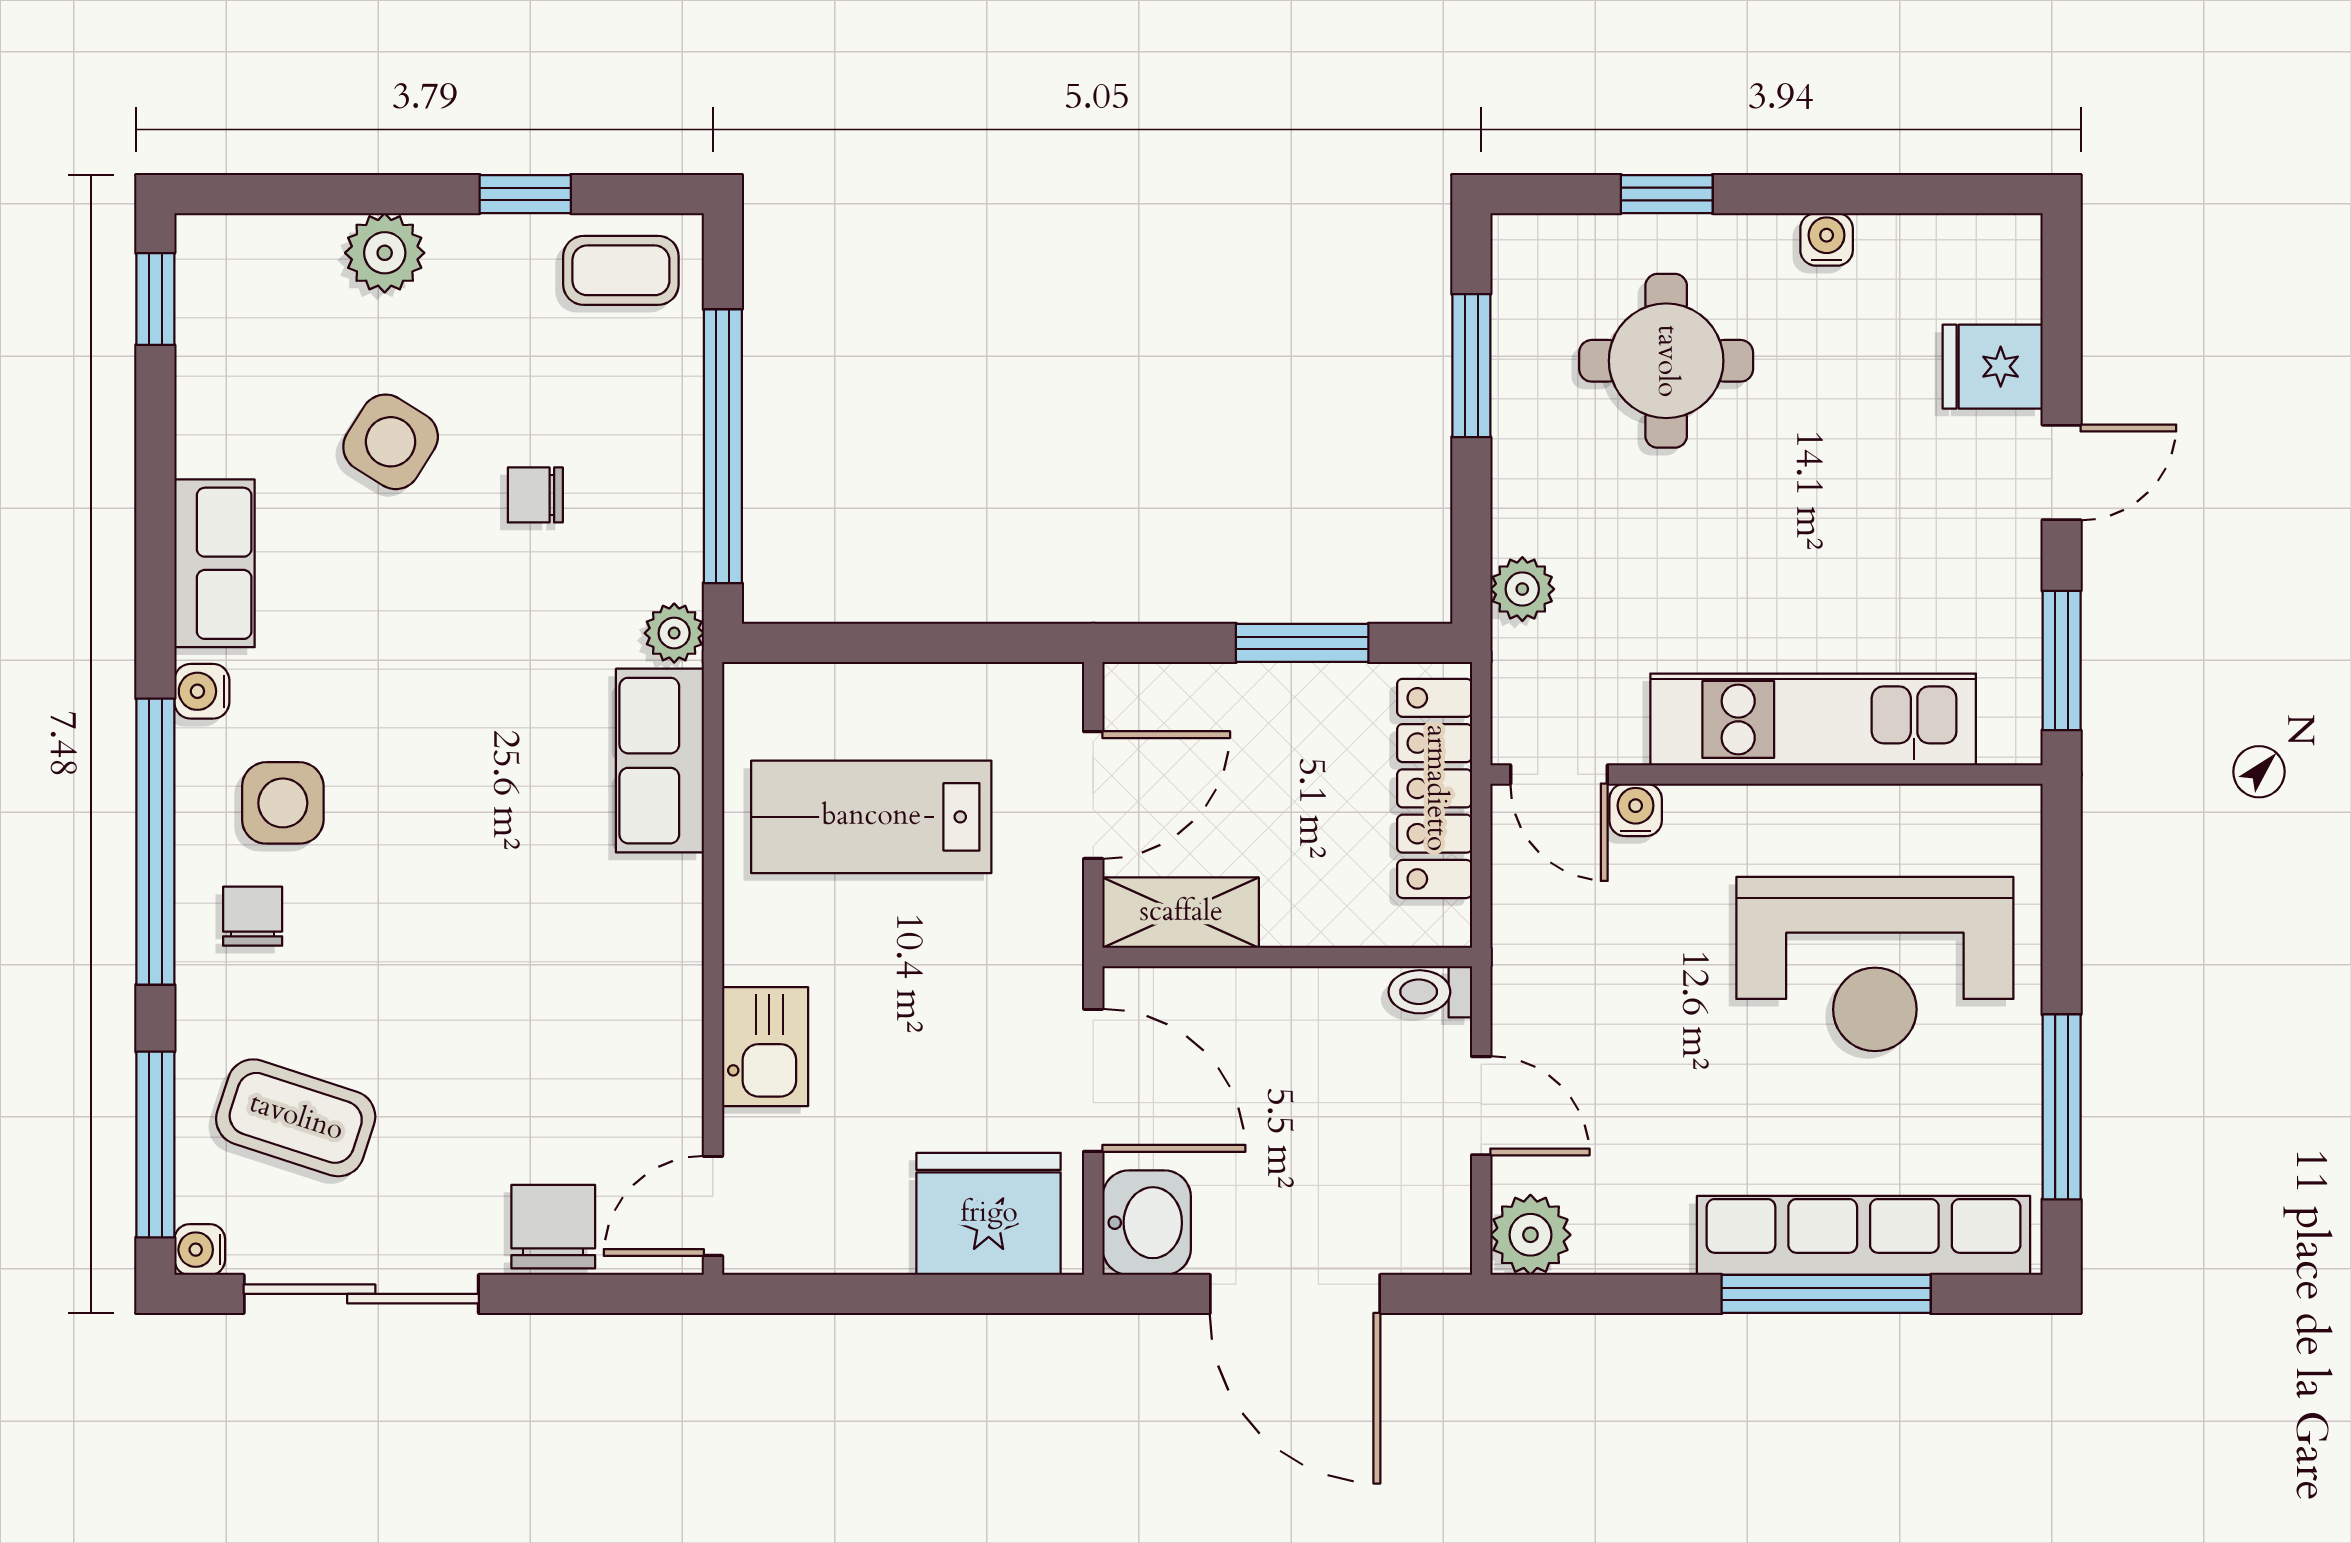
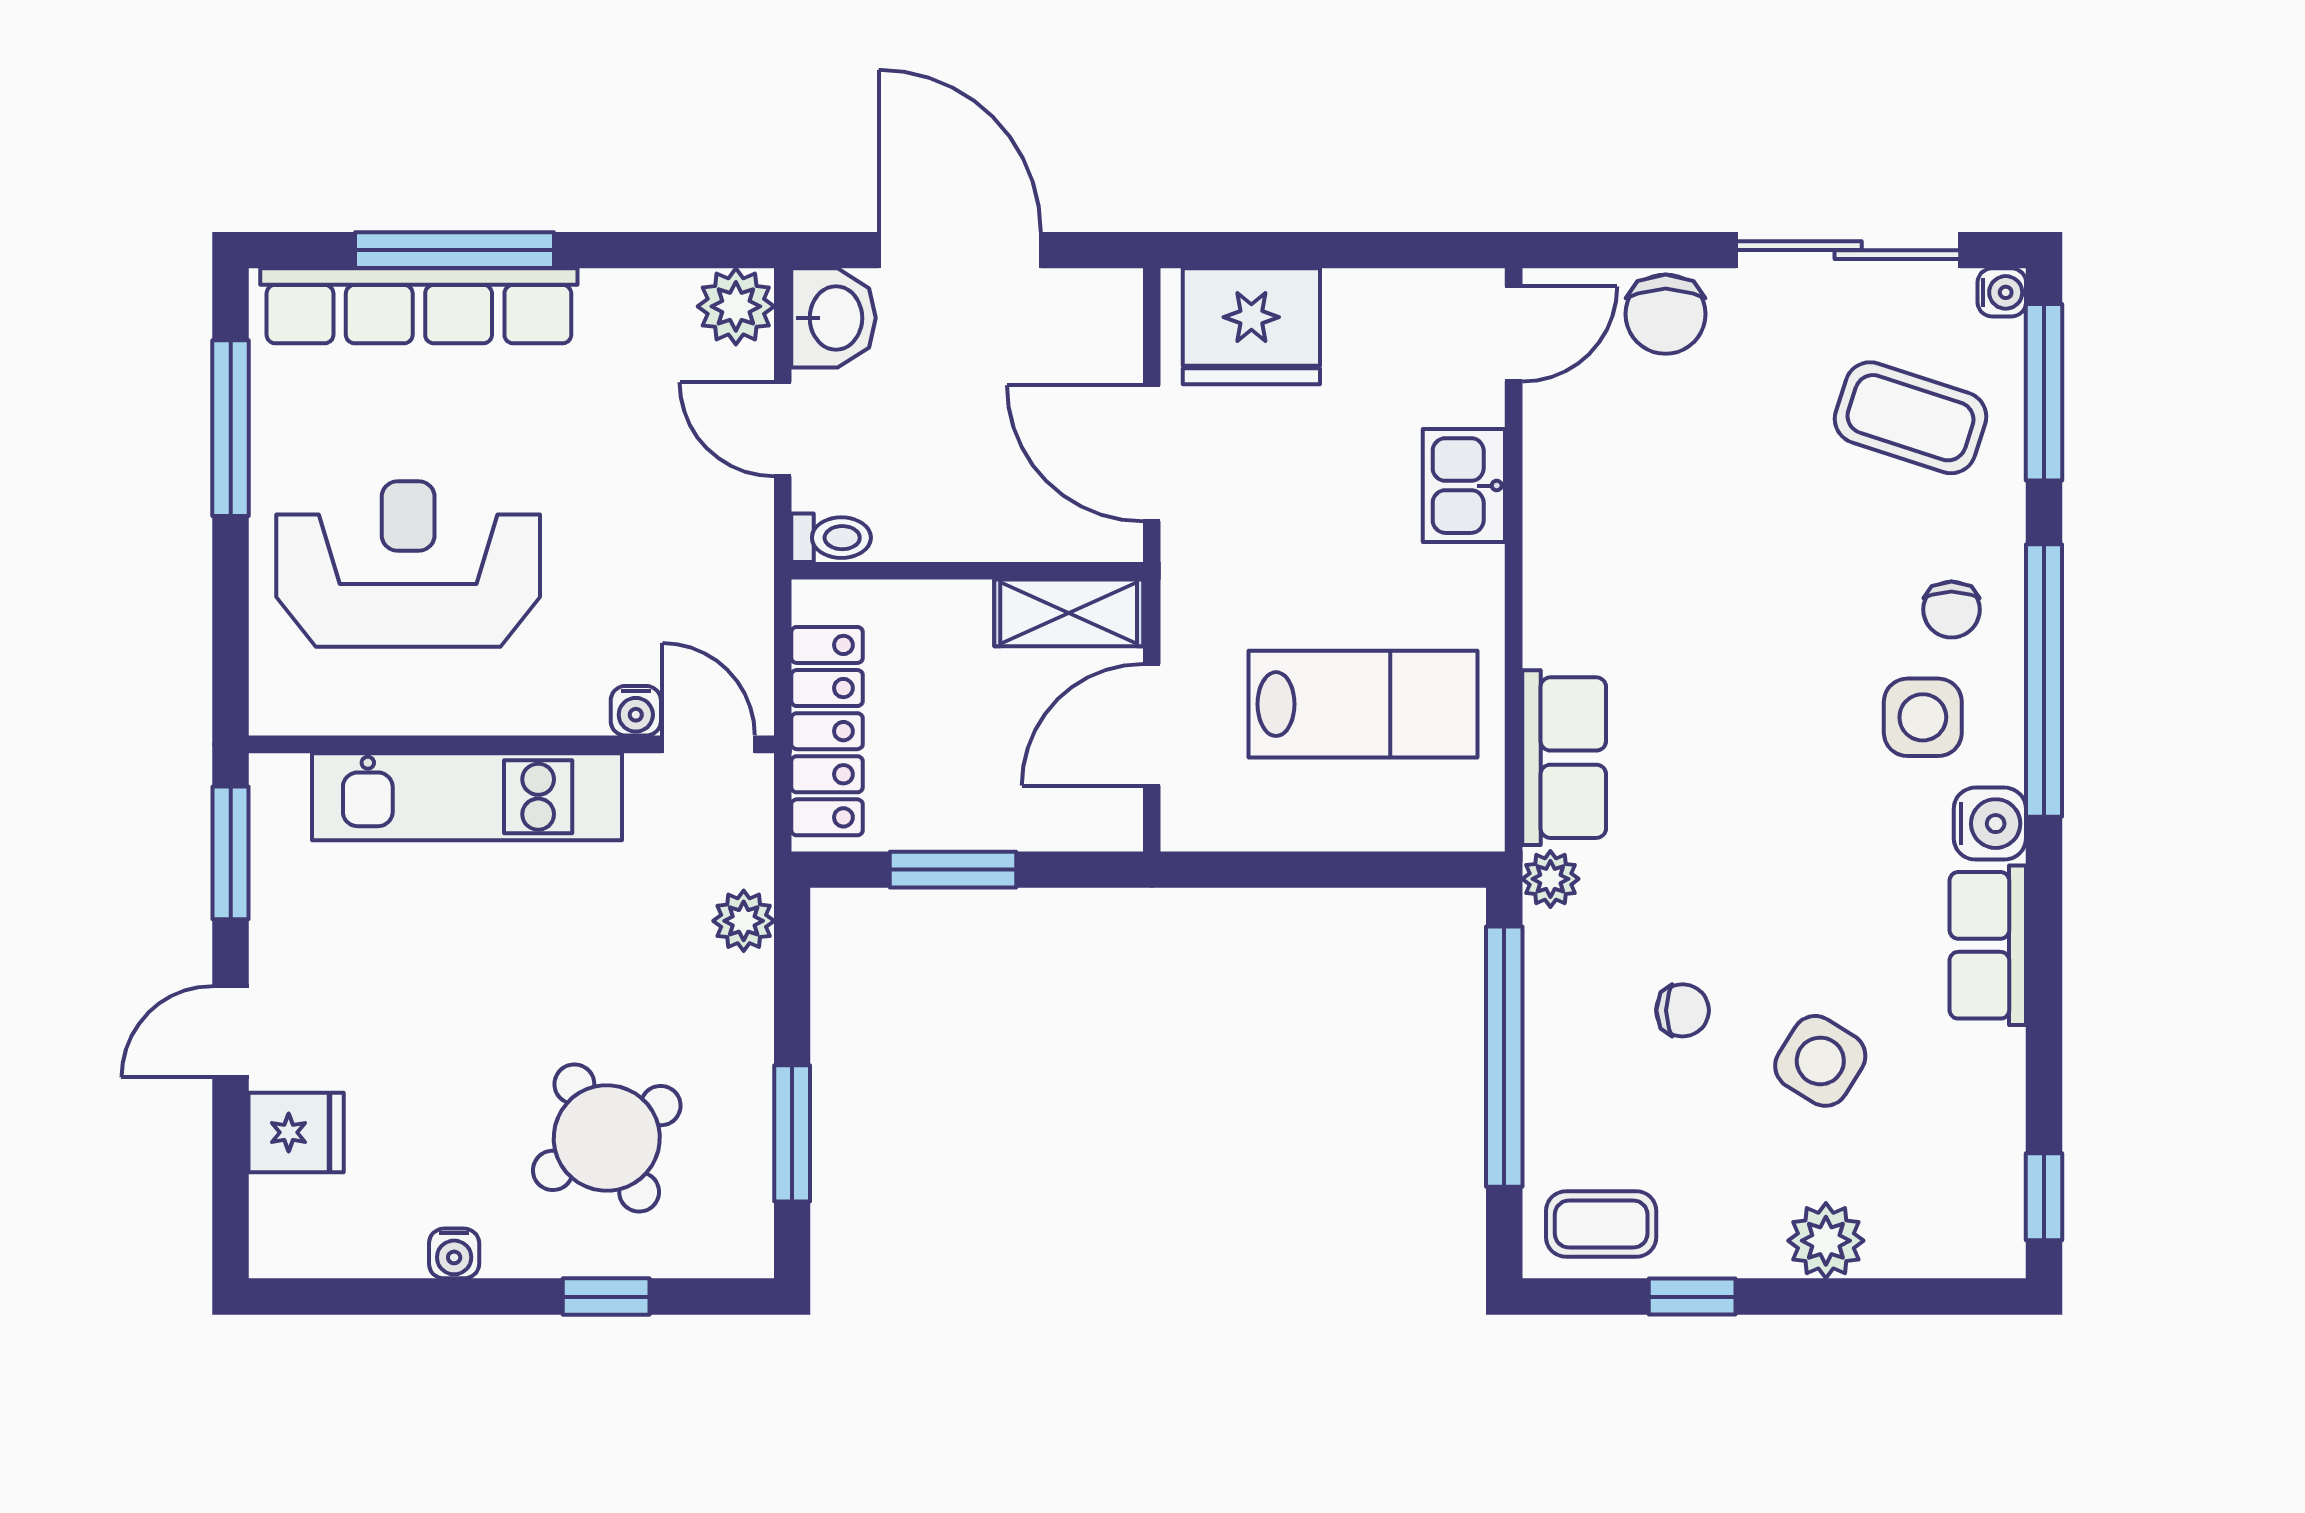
round table: (1666, 361) -> (607, 1138), turned -31
water cooler: (202, 691) -> (1990, 824), width x1.38, depth x1.38
washbasin: (1147, 1223) -> (833, 318), moved, turned 180

